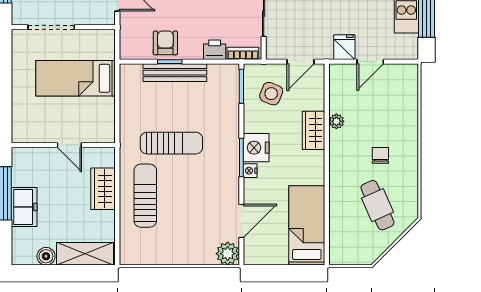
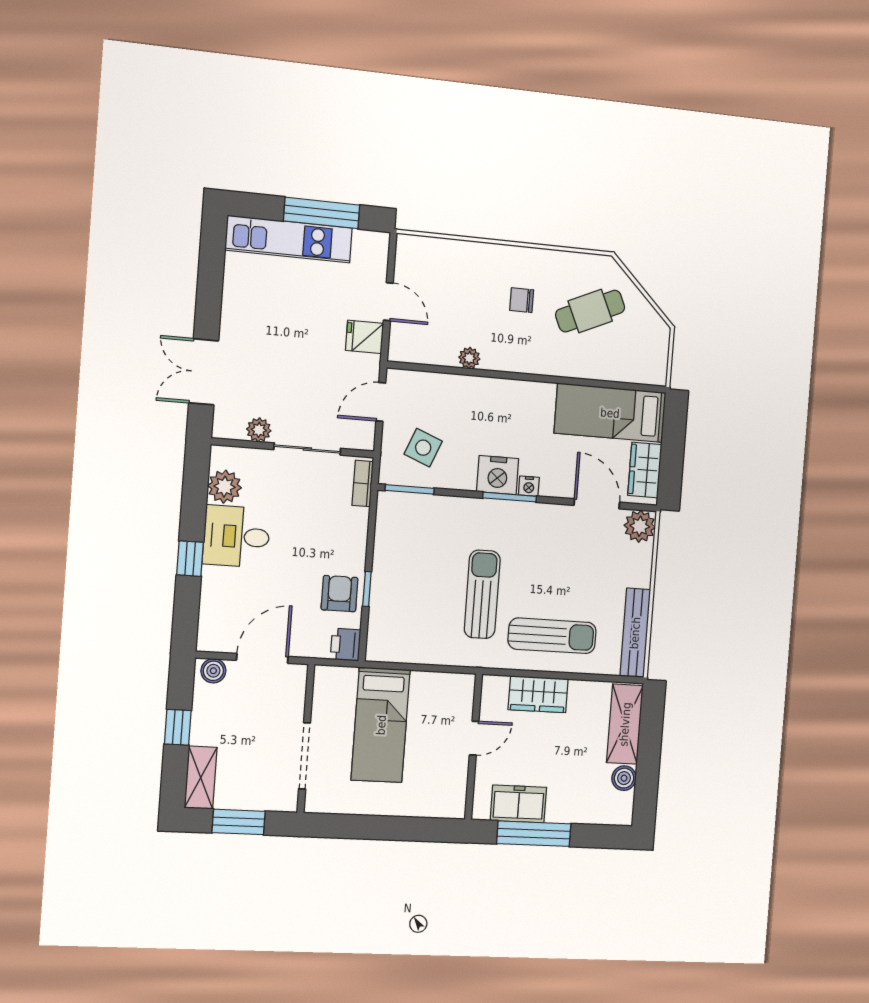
armchair: (165, 43) -> (340, 594), turned 90
printer: (215, 50) -> (346, 645), moved
door: (300, 62) -> (381, 402), swing flipped
bench: (175, 73) -> (635, 633), moved
wardrobe: (314, 130) -> (645, 470), moved, turned 90
sun lounger: (145, 196) -> (552, 636), turned 180
freezer: (24, 207) -> (518, 804), moved

